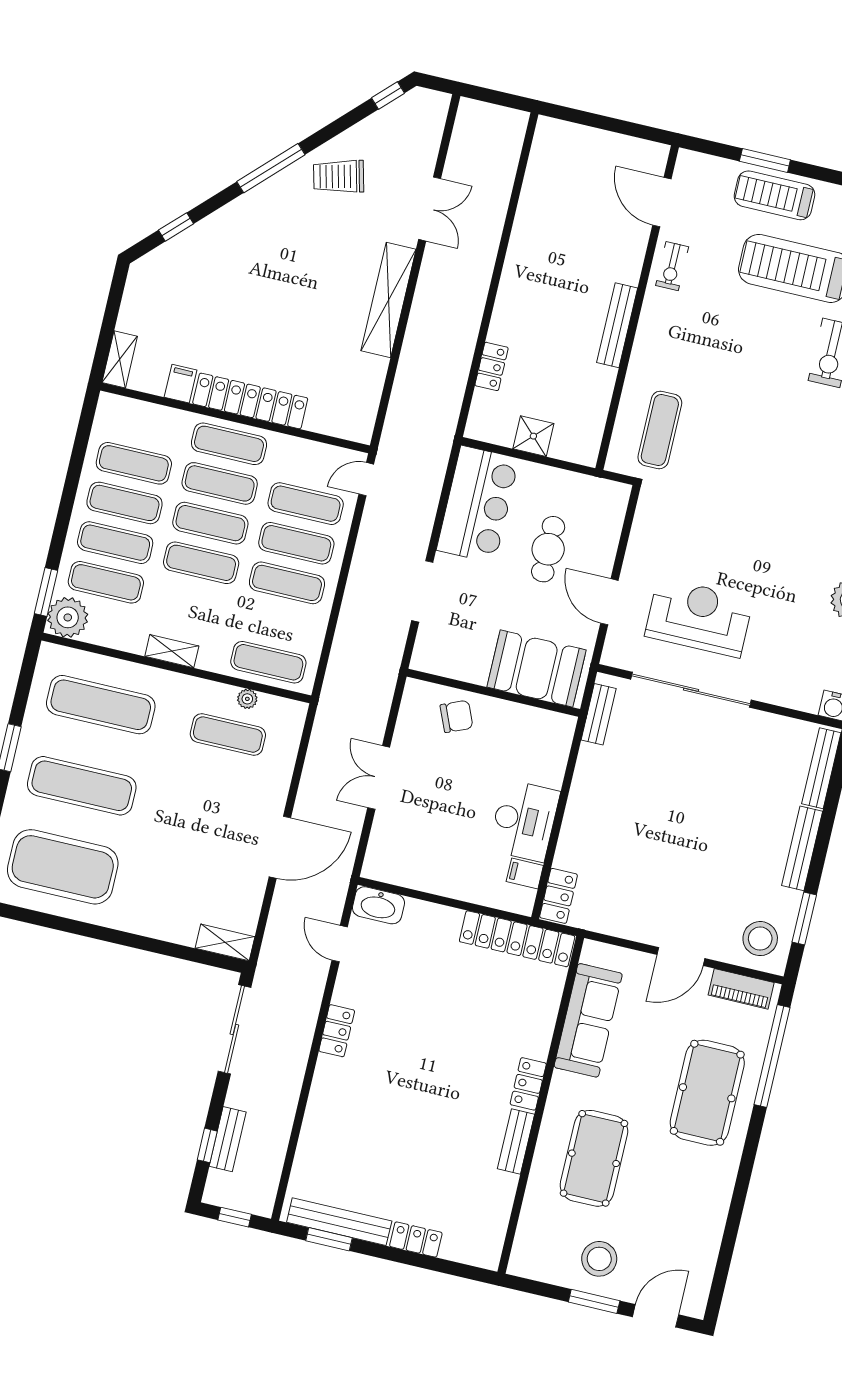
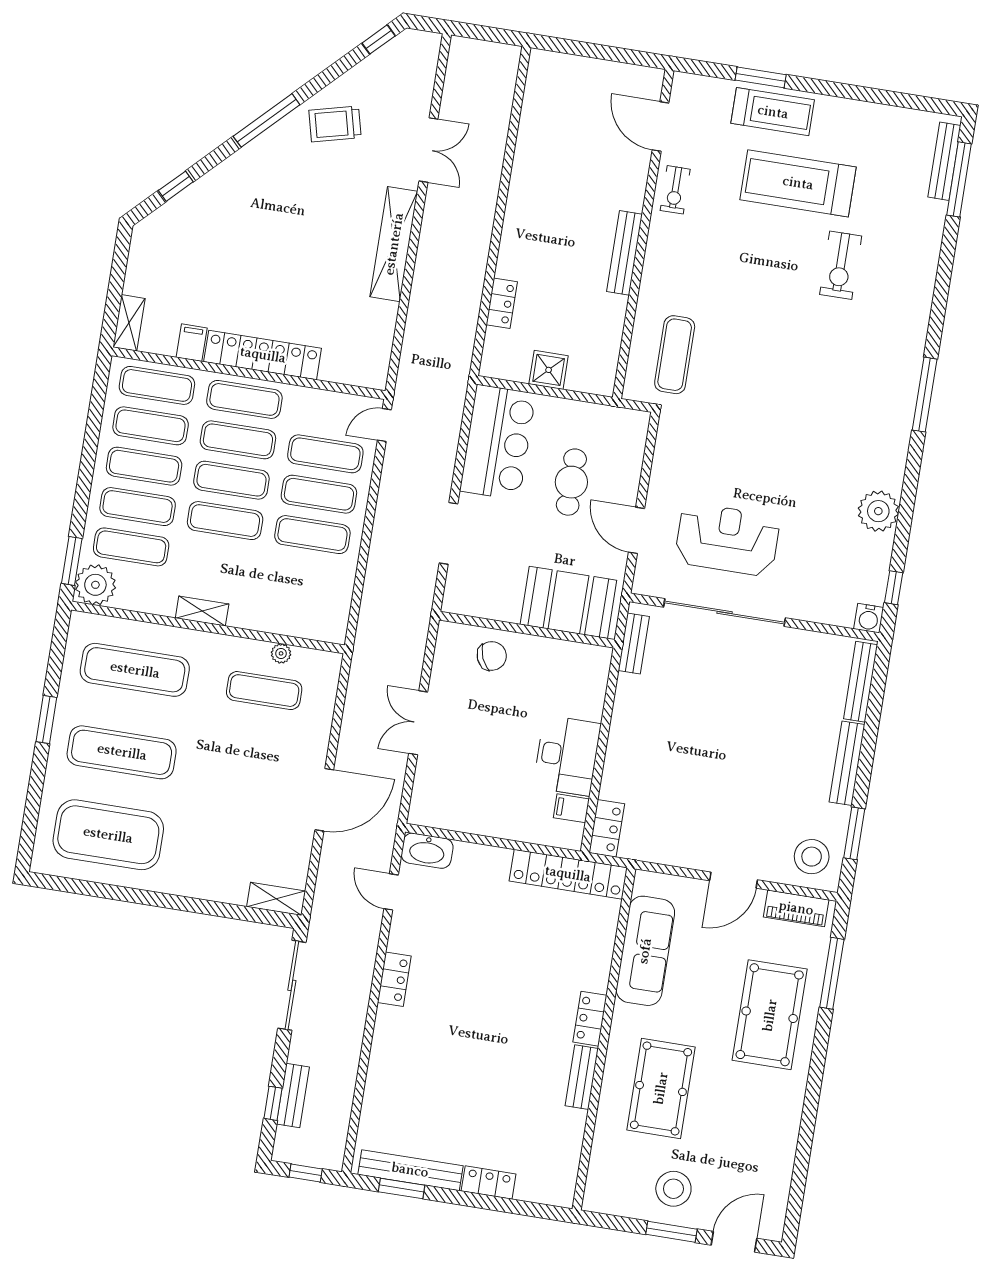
treadmill: (775, 195) -> (773, 112), turned 180
exercise mat: (268, 662) -> (157, 385), moved
window: (772, 1056) -> (832, 973), width x0.68

